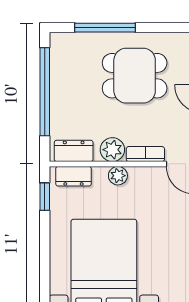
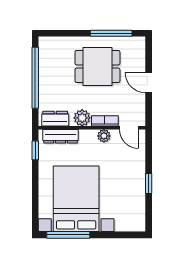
window: (105, 28) -> (111, 33), moved
dresser: (73, 176) -> (60, 136), width x1.44
plant: (118, 176) -> (104, 136), moved

